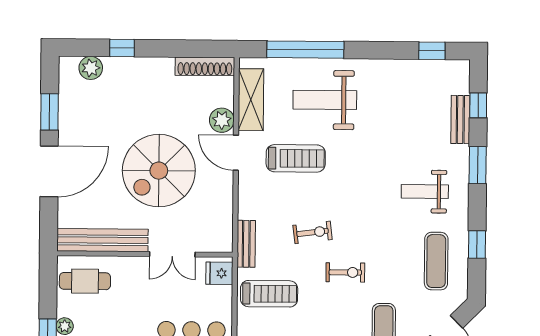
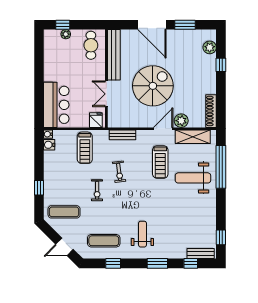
weight bench: (325, 100) -> (193, 178), turned -90
bench: (460, 120) -> (201, 253), moved
spiral stairs: (159, 171) -> (153, 86), turned 90
bench: (246, 244) -> (123, 135), moved

